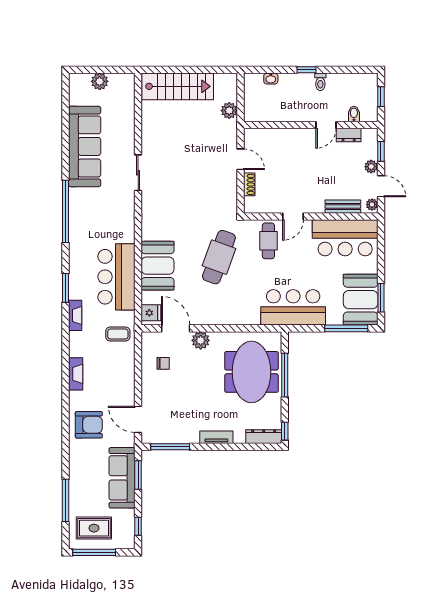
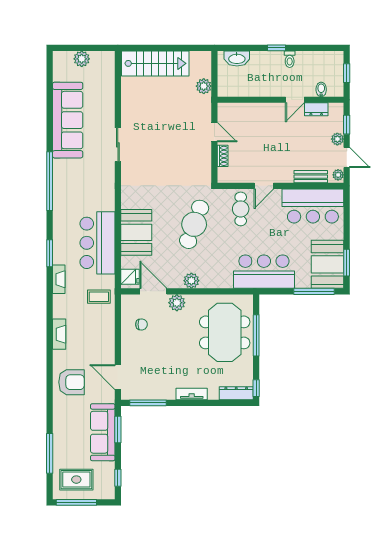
washbasin: (271, 79) -> (237, 58), width x1.91, depth x1.45
plant: (216, 317) -> (191, 281), added

